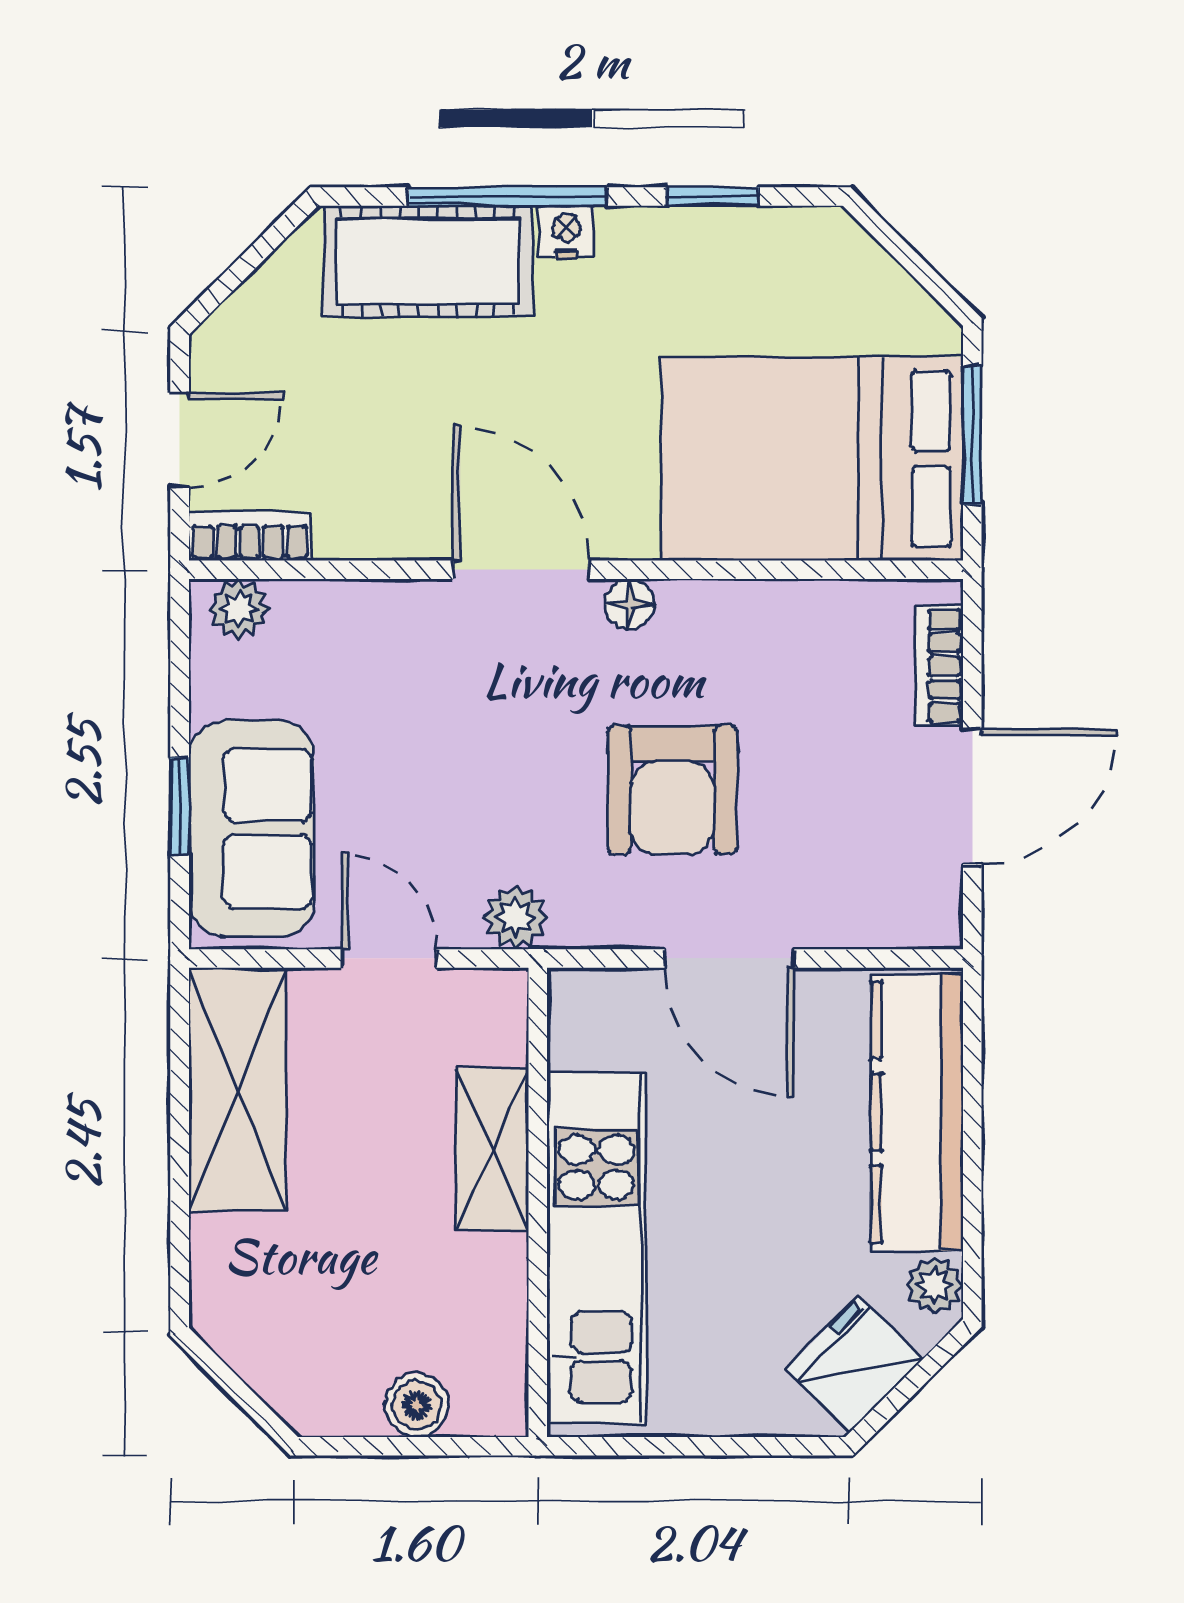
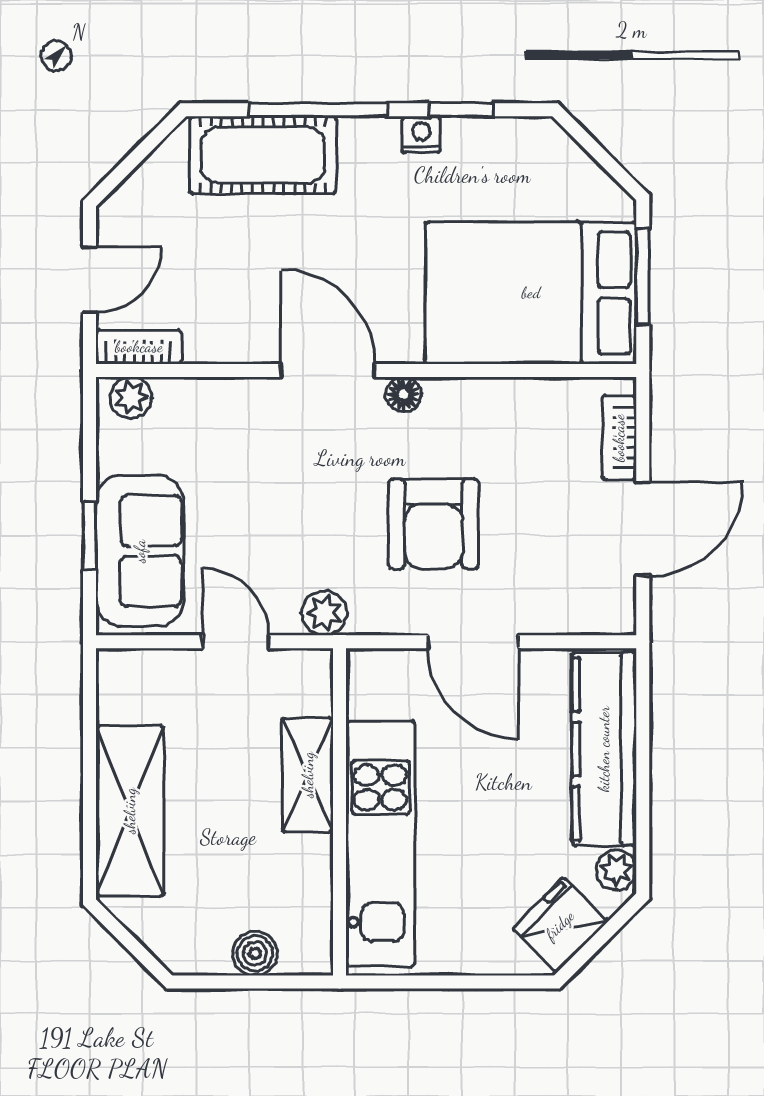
nightstand: (566, 232) -> (421, 134), moved
shelving: (237, 1089) -> (130, 811), moved

